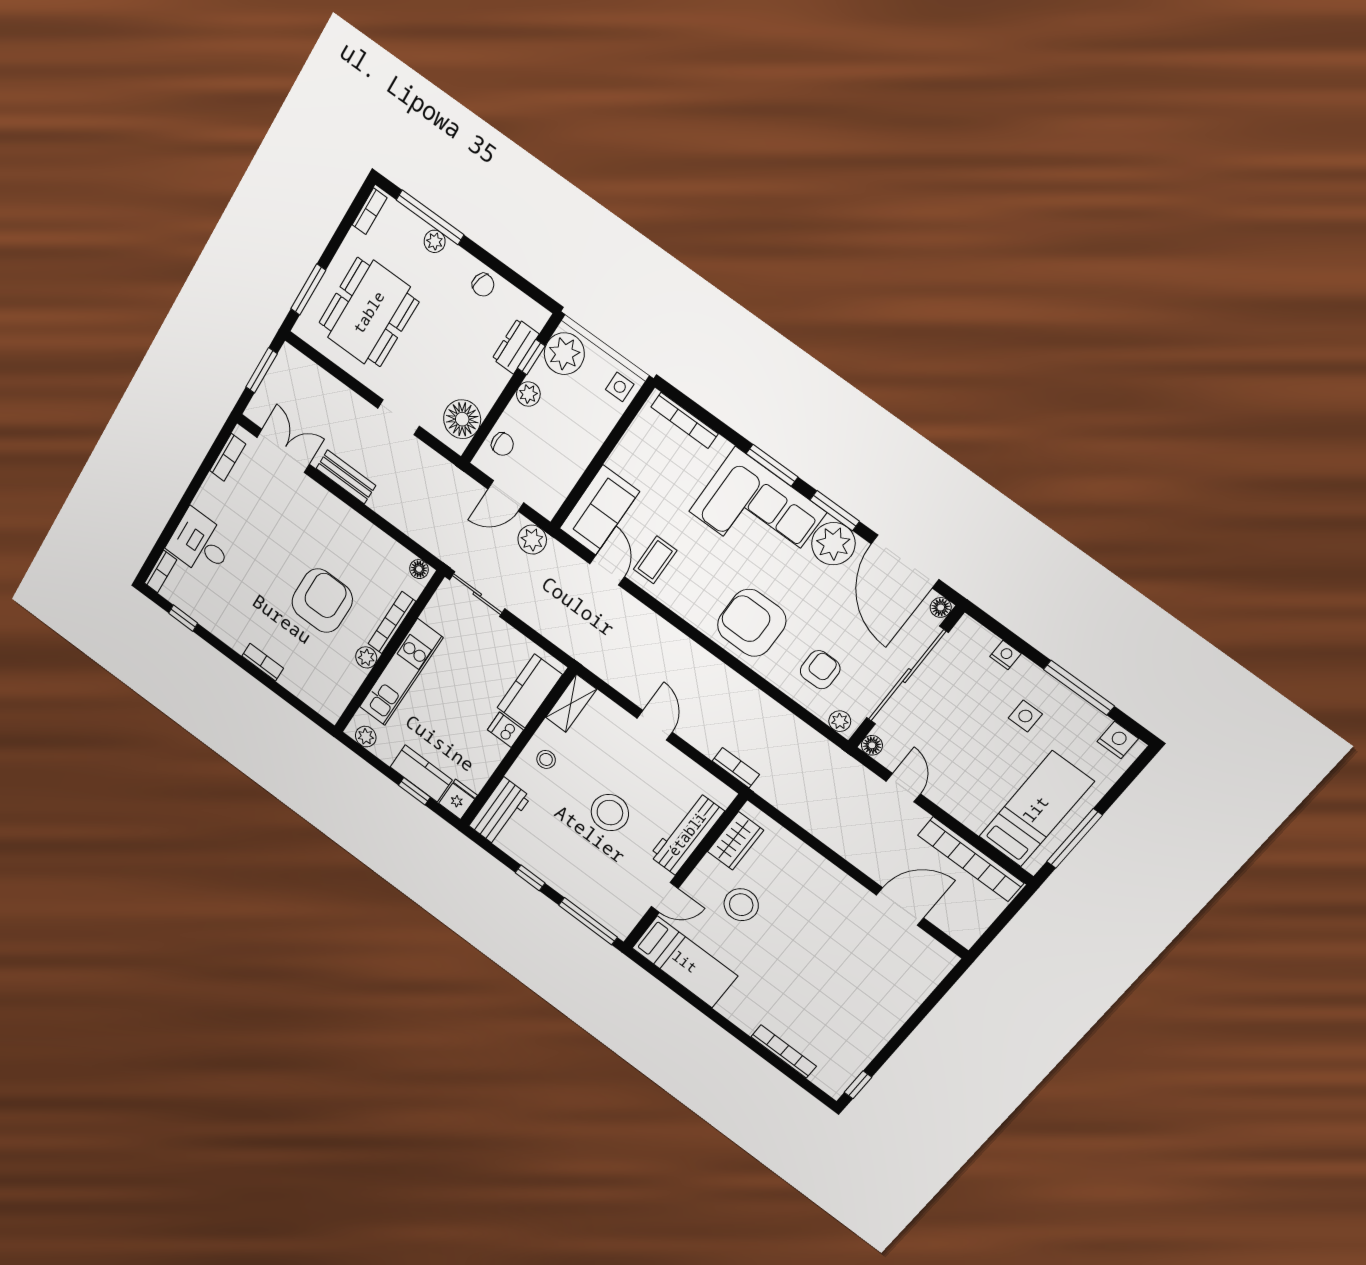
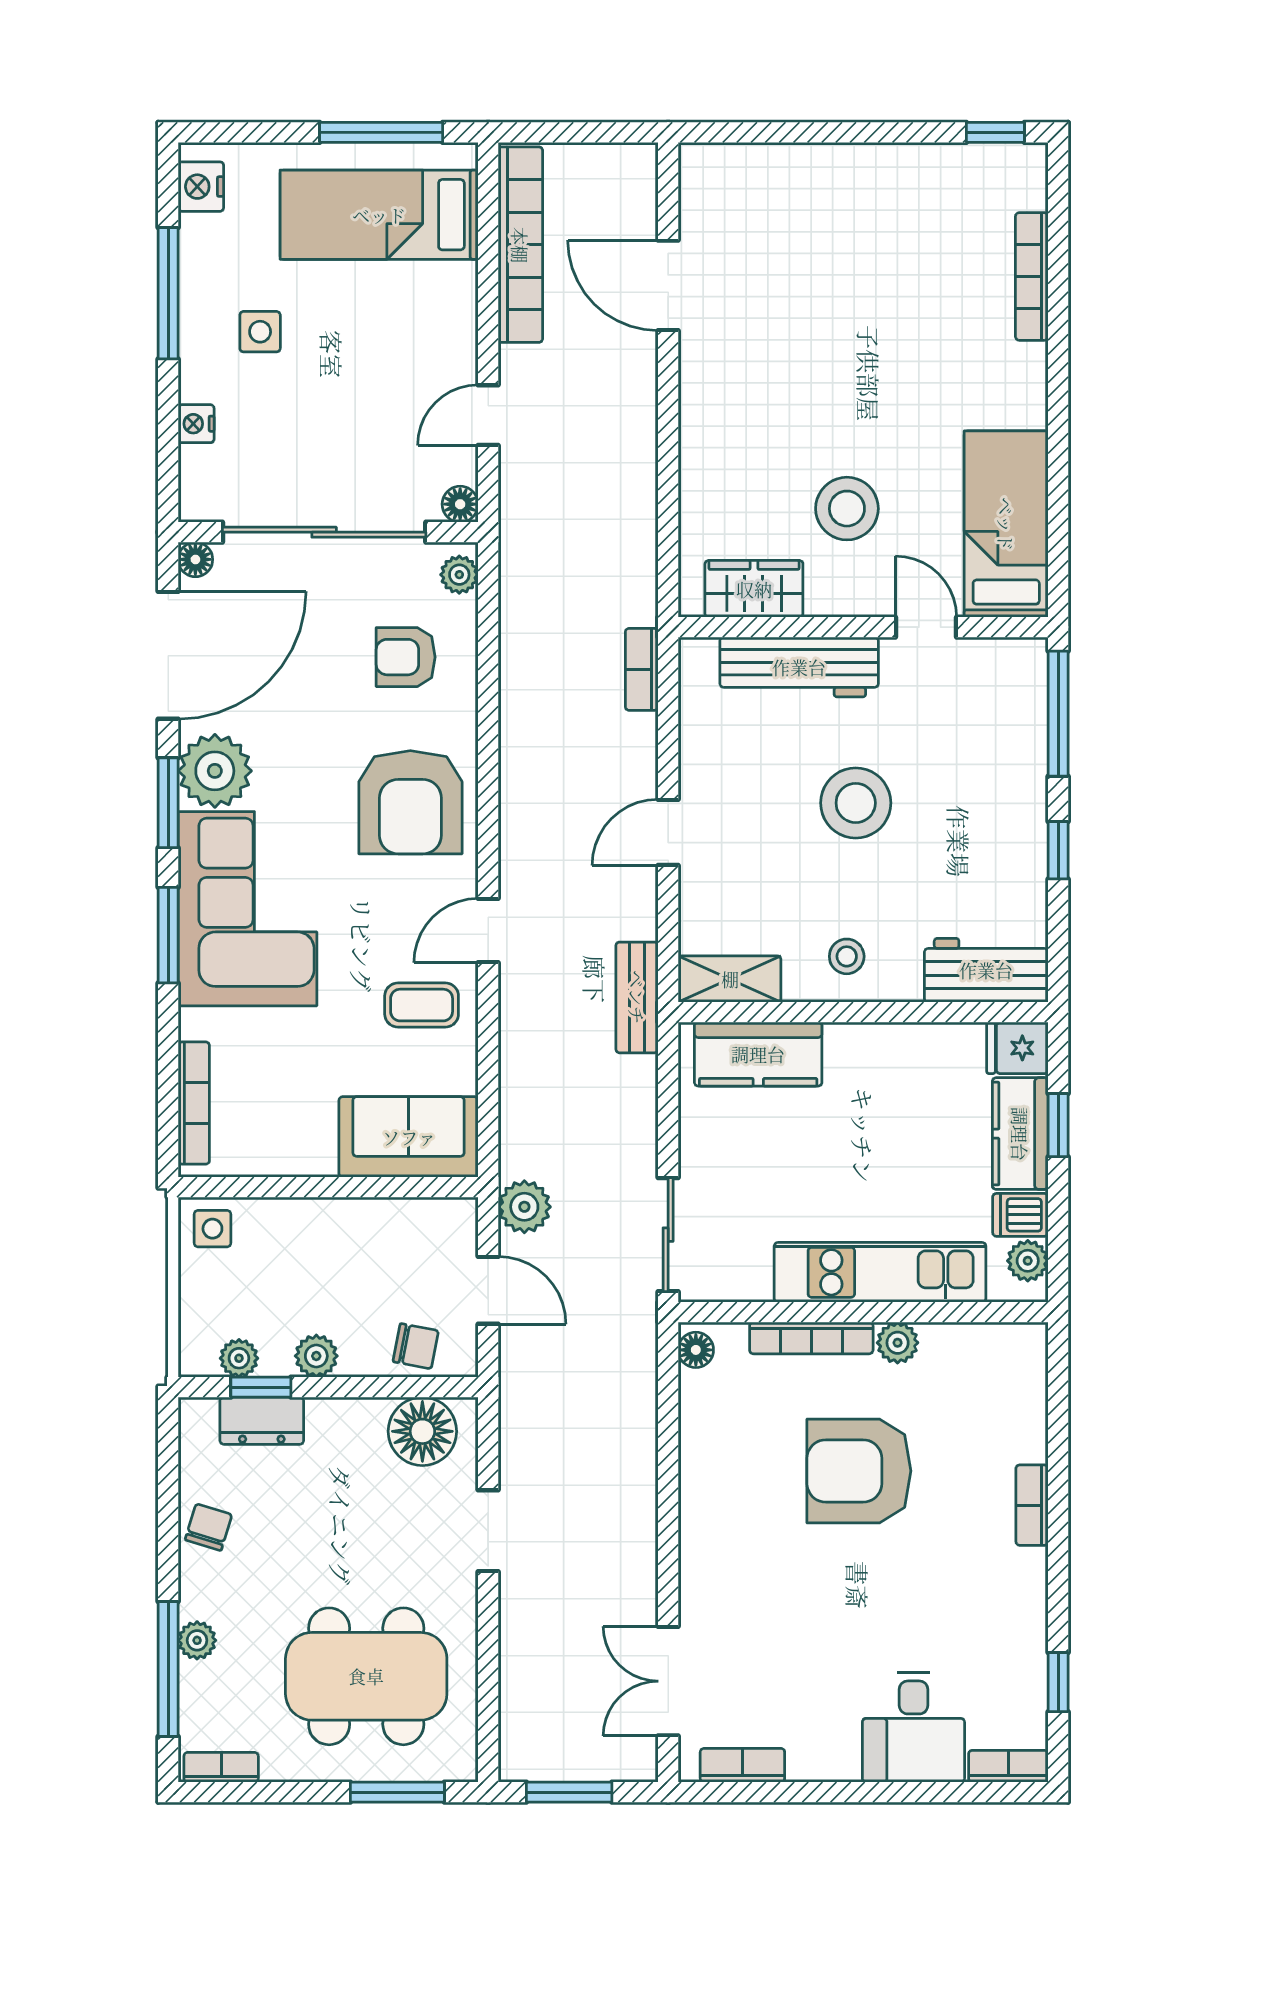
plant: (564, 354) -> (239, 1358), width x0.53, depth x0.53
chair: (502, 444) -> (416, 1346), turned 101
bench: (346, 477) -> (637, 997), moved
door: (607, 570) -> (488, 931), moved
dishwasher: (505, 730) -> (1020, 1215), moved, turned 90

